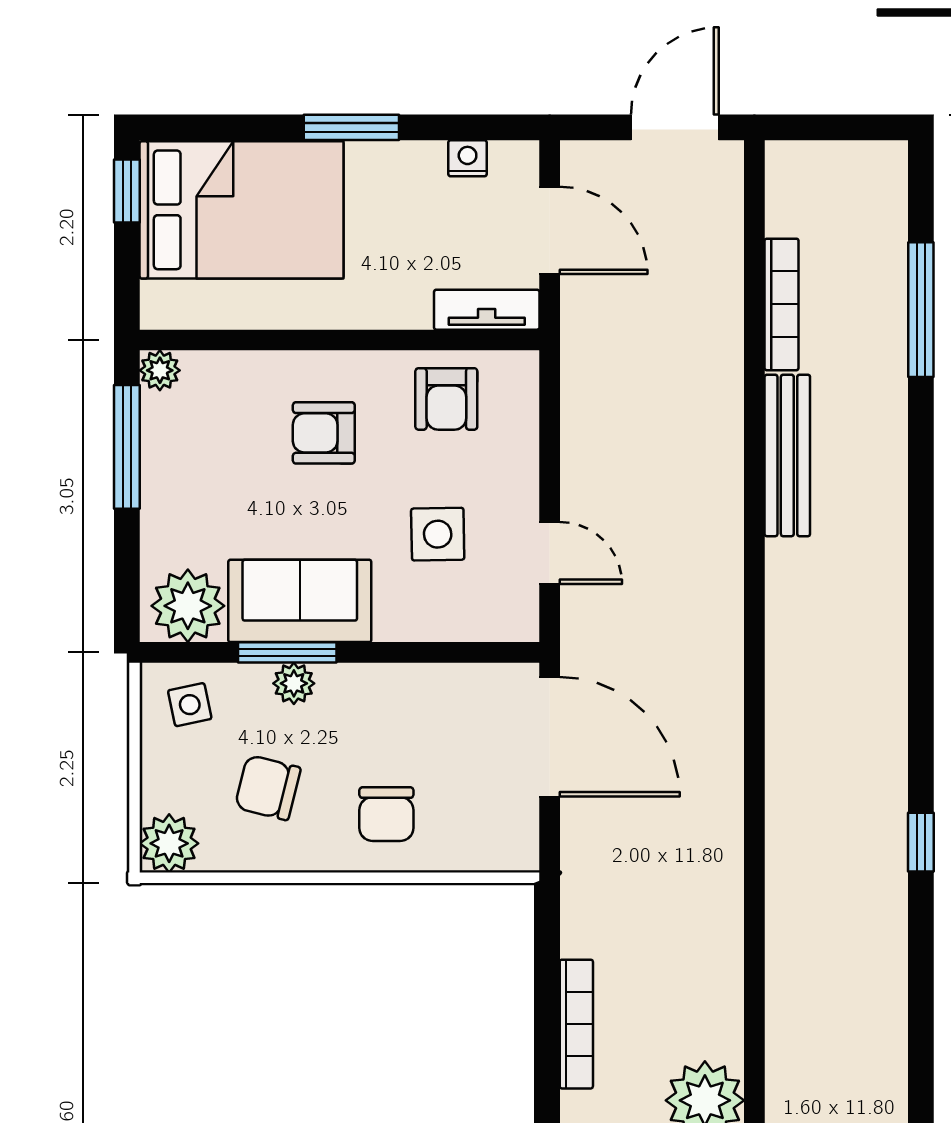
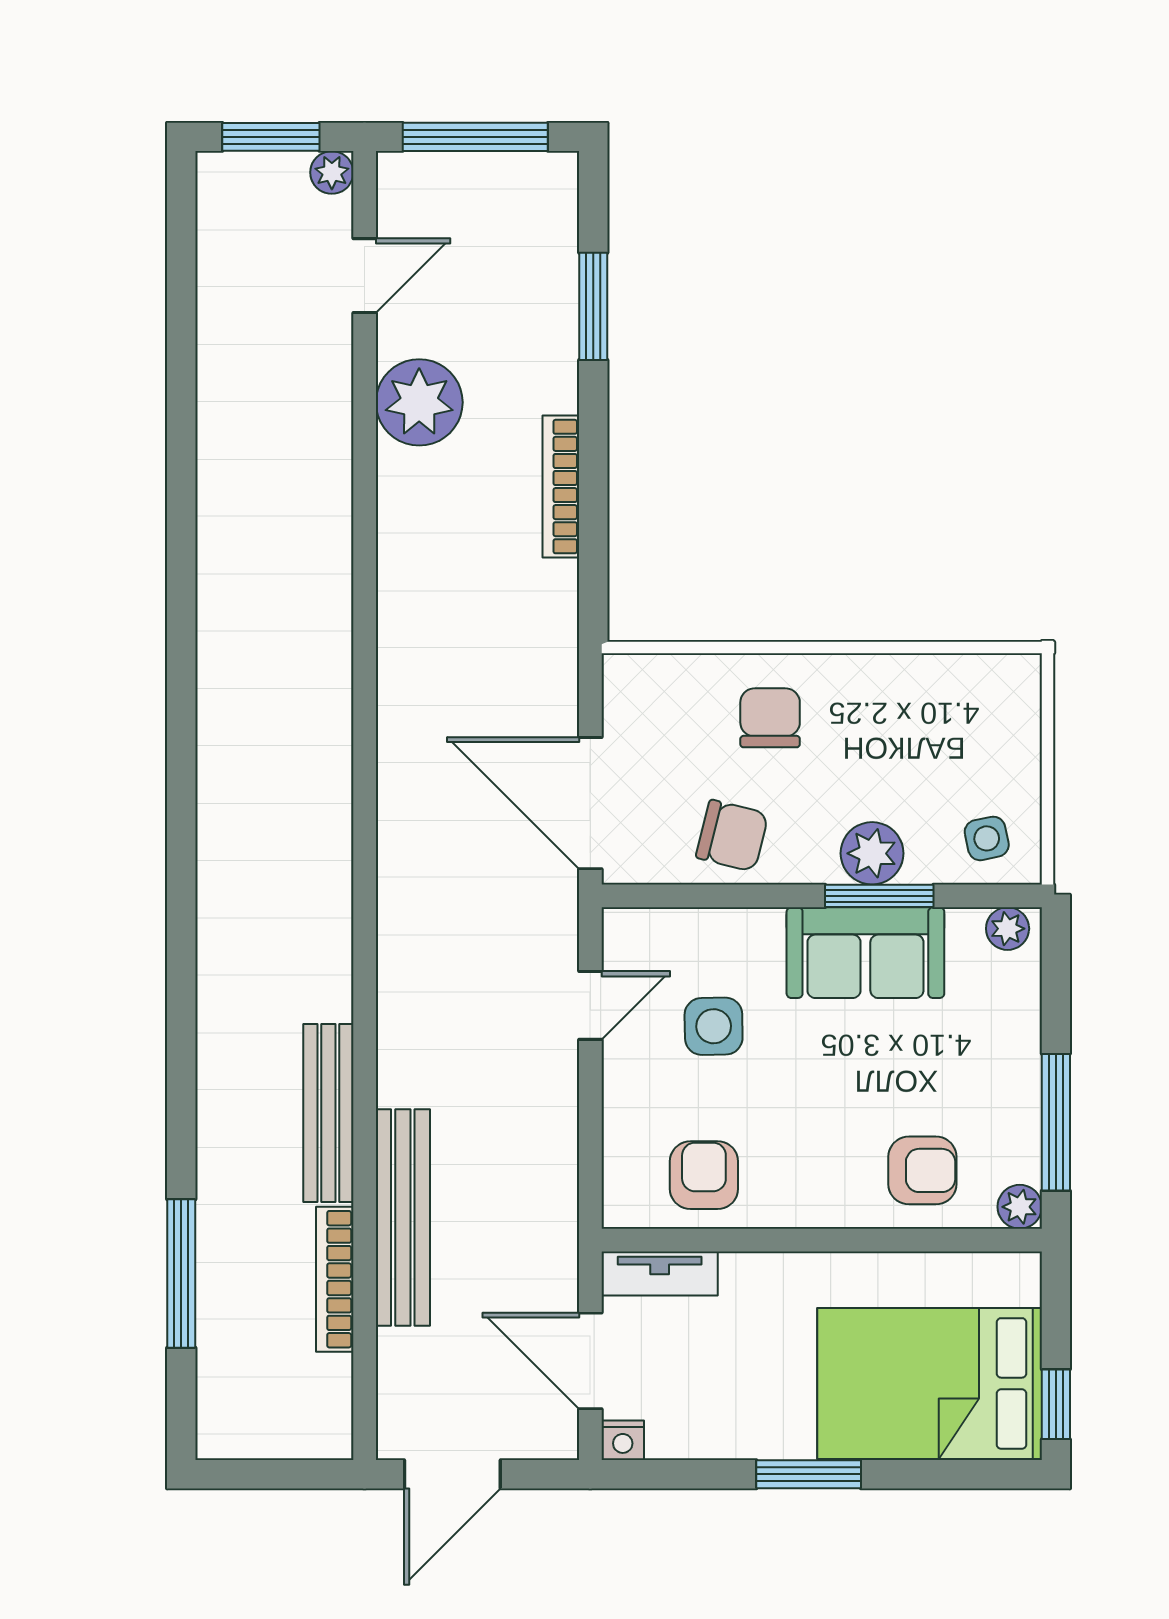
nightstand: (468, 158) -> (623, 1440), moved
bench: (720, 360) -> (403, 1218), added
armchair: (324, 433) -> (922, 1170), moved
door: (550, 553) -> (590, 1005), swing flipped
plant: (188, 606) -> (1008, 929), width x0.53, depth x0.53
plant: (294, 683) -> (872, 853), width x1.38, depth x1.38
chair: (268, 788) -> (732, 836), moved
window: (921, 842) -> (181, 687), removed
plant: (169, 843) -> (1009, 686), removed

